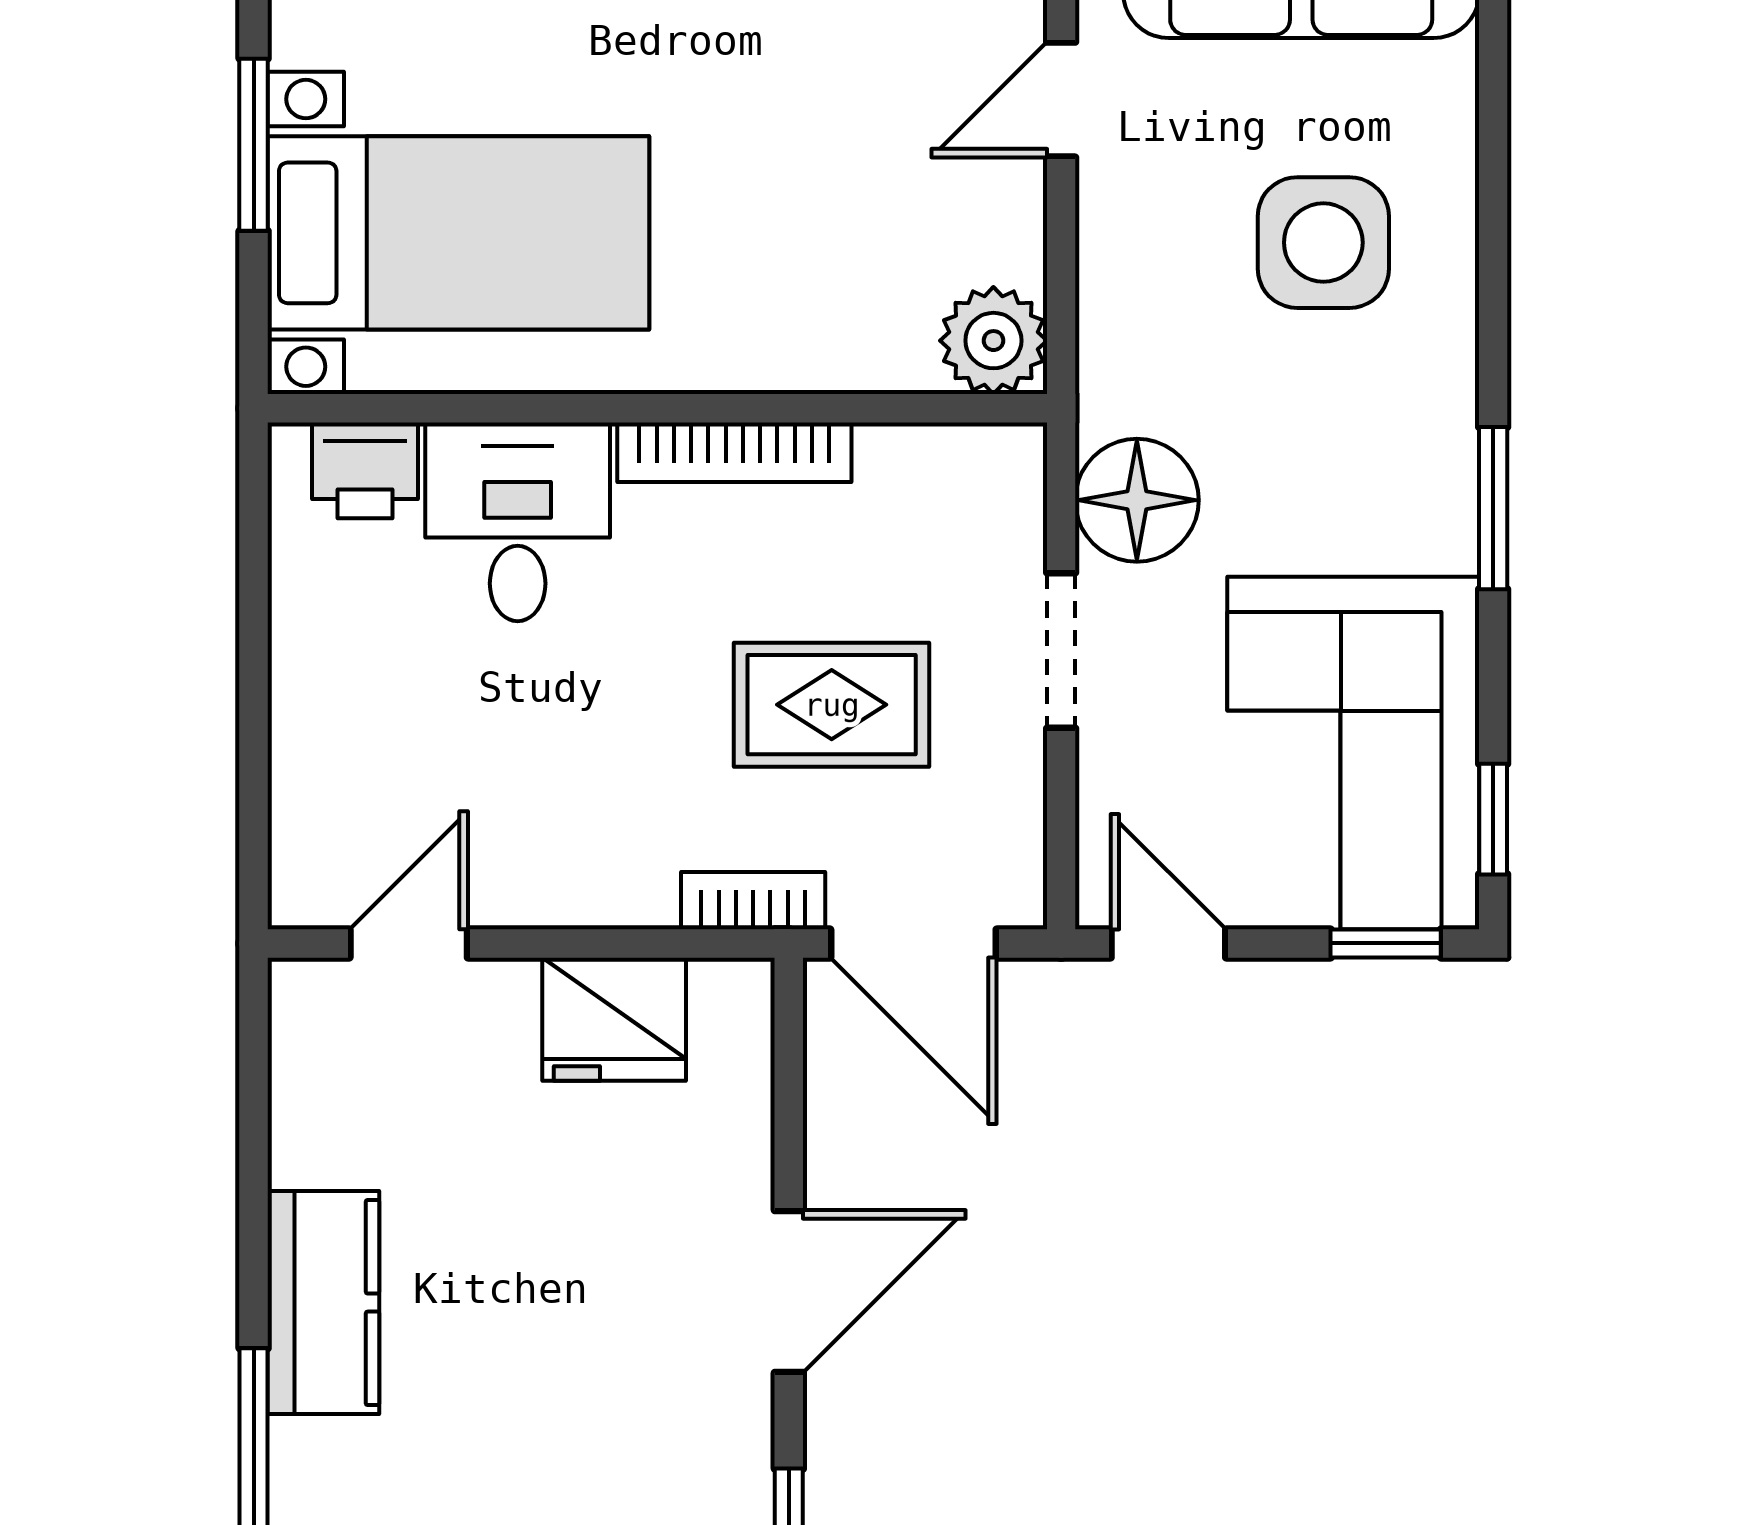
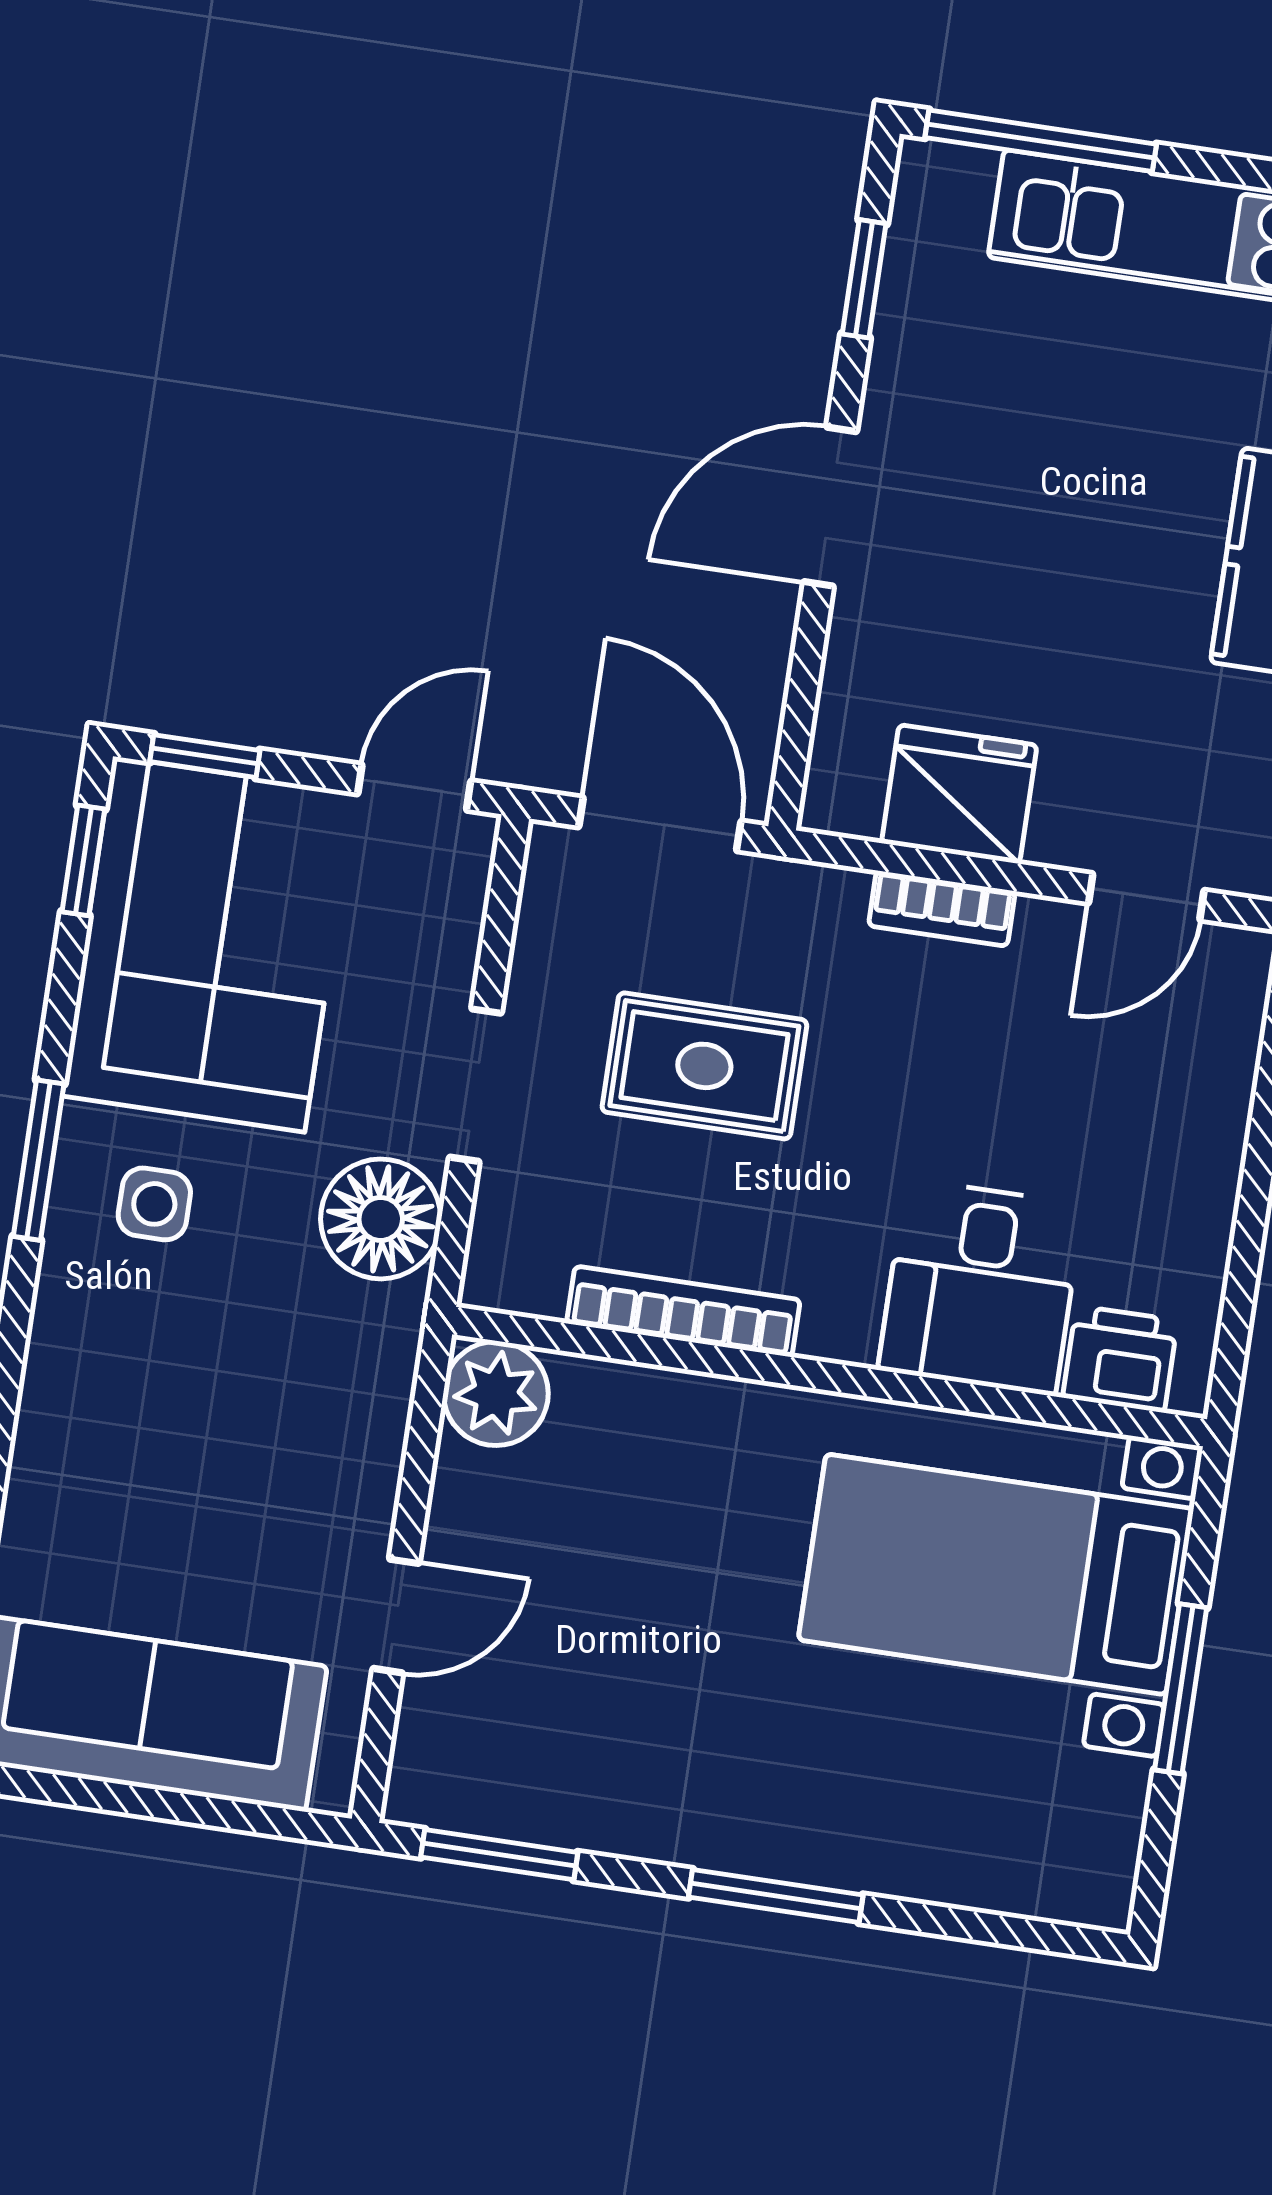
side table: (1323, 243) -> (154, 1204), moved, width x0.54, depth x0.54
bookcase: (734, 452) -> (683, 1311), moved
bookcase: (753, 901) -> (942, 908), moved
door: (1168, 943) -> (414, 787), swing flipped

